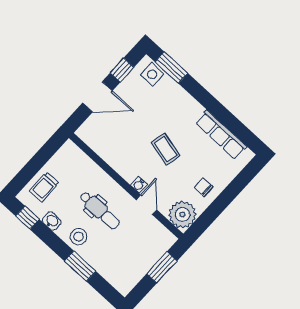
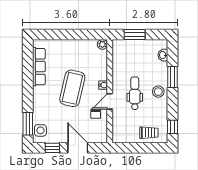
coffee table: (166, 149) -> (72, 88), width x1.86, depth x1.72
chair: (204, 187) -> (96, 114), moved
door: (146, 205) -> (110, 101), moved
plant: (182, 215) -> (102, 44), width x0.53, depth x0.53
washbasin: (52, 221) -> (163, 55), moved

